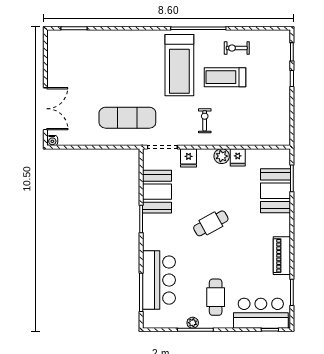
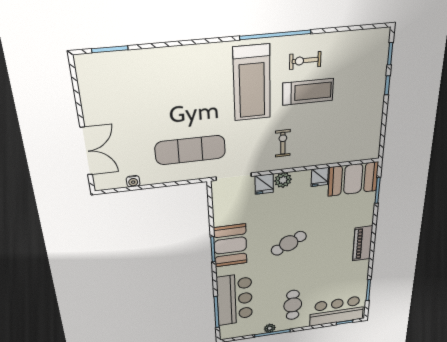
exercise bike: (237, 48) -> (305, 60), moved
treadmill: (225, 77) -> (308, 92), turned 180
water cooler: (52, 140) -> (133, 181), moved
plant: (222, 156) -> (283, 180), moved
booth: (276, 191) -> (353, 179), moved, turned 90
booth: (157, 192) -> (230, 245), moved
piano: (282, 256) -> (363, 243), moved

